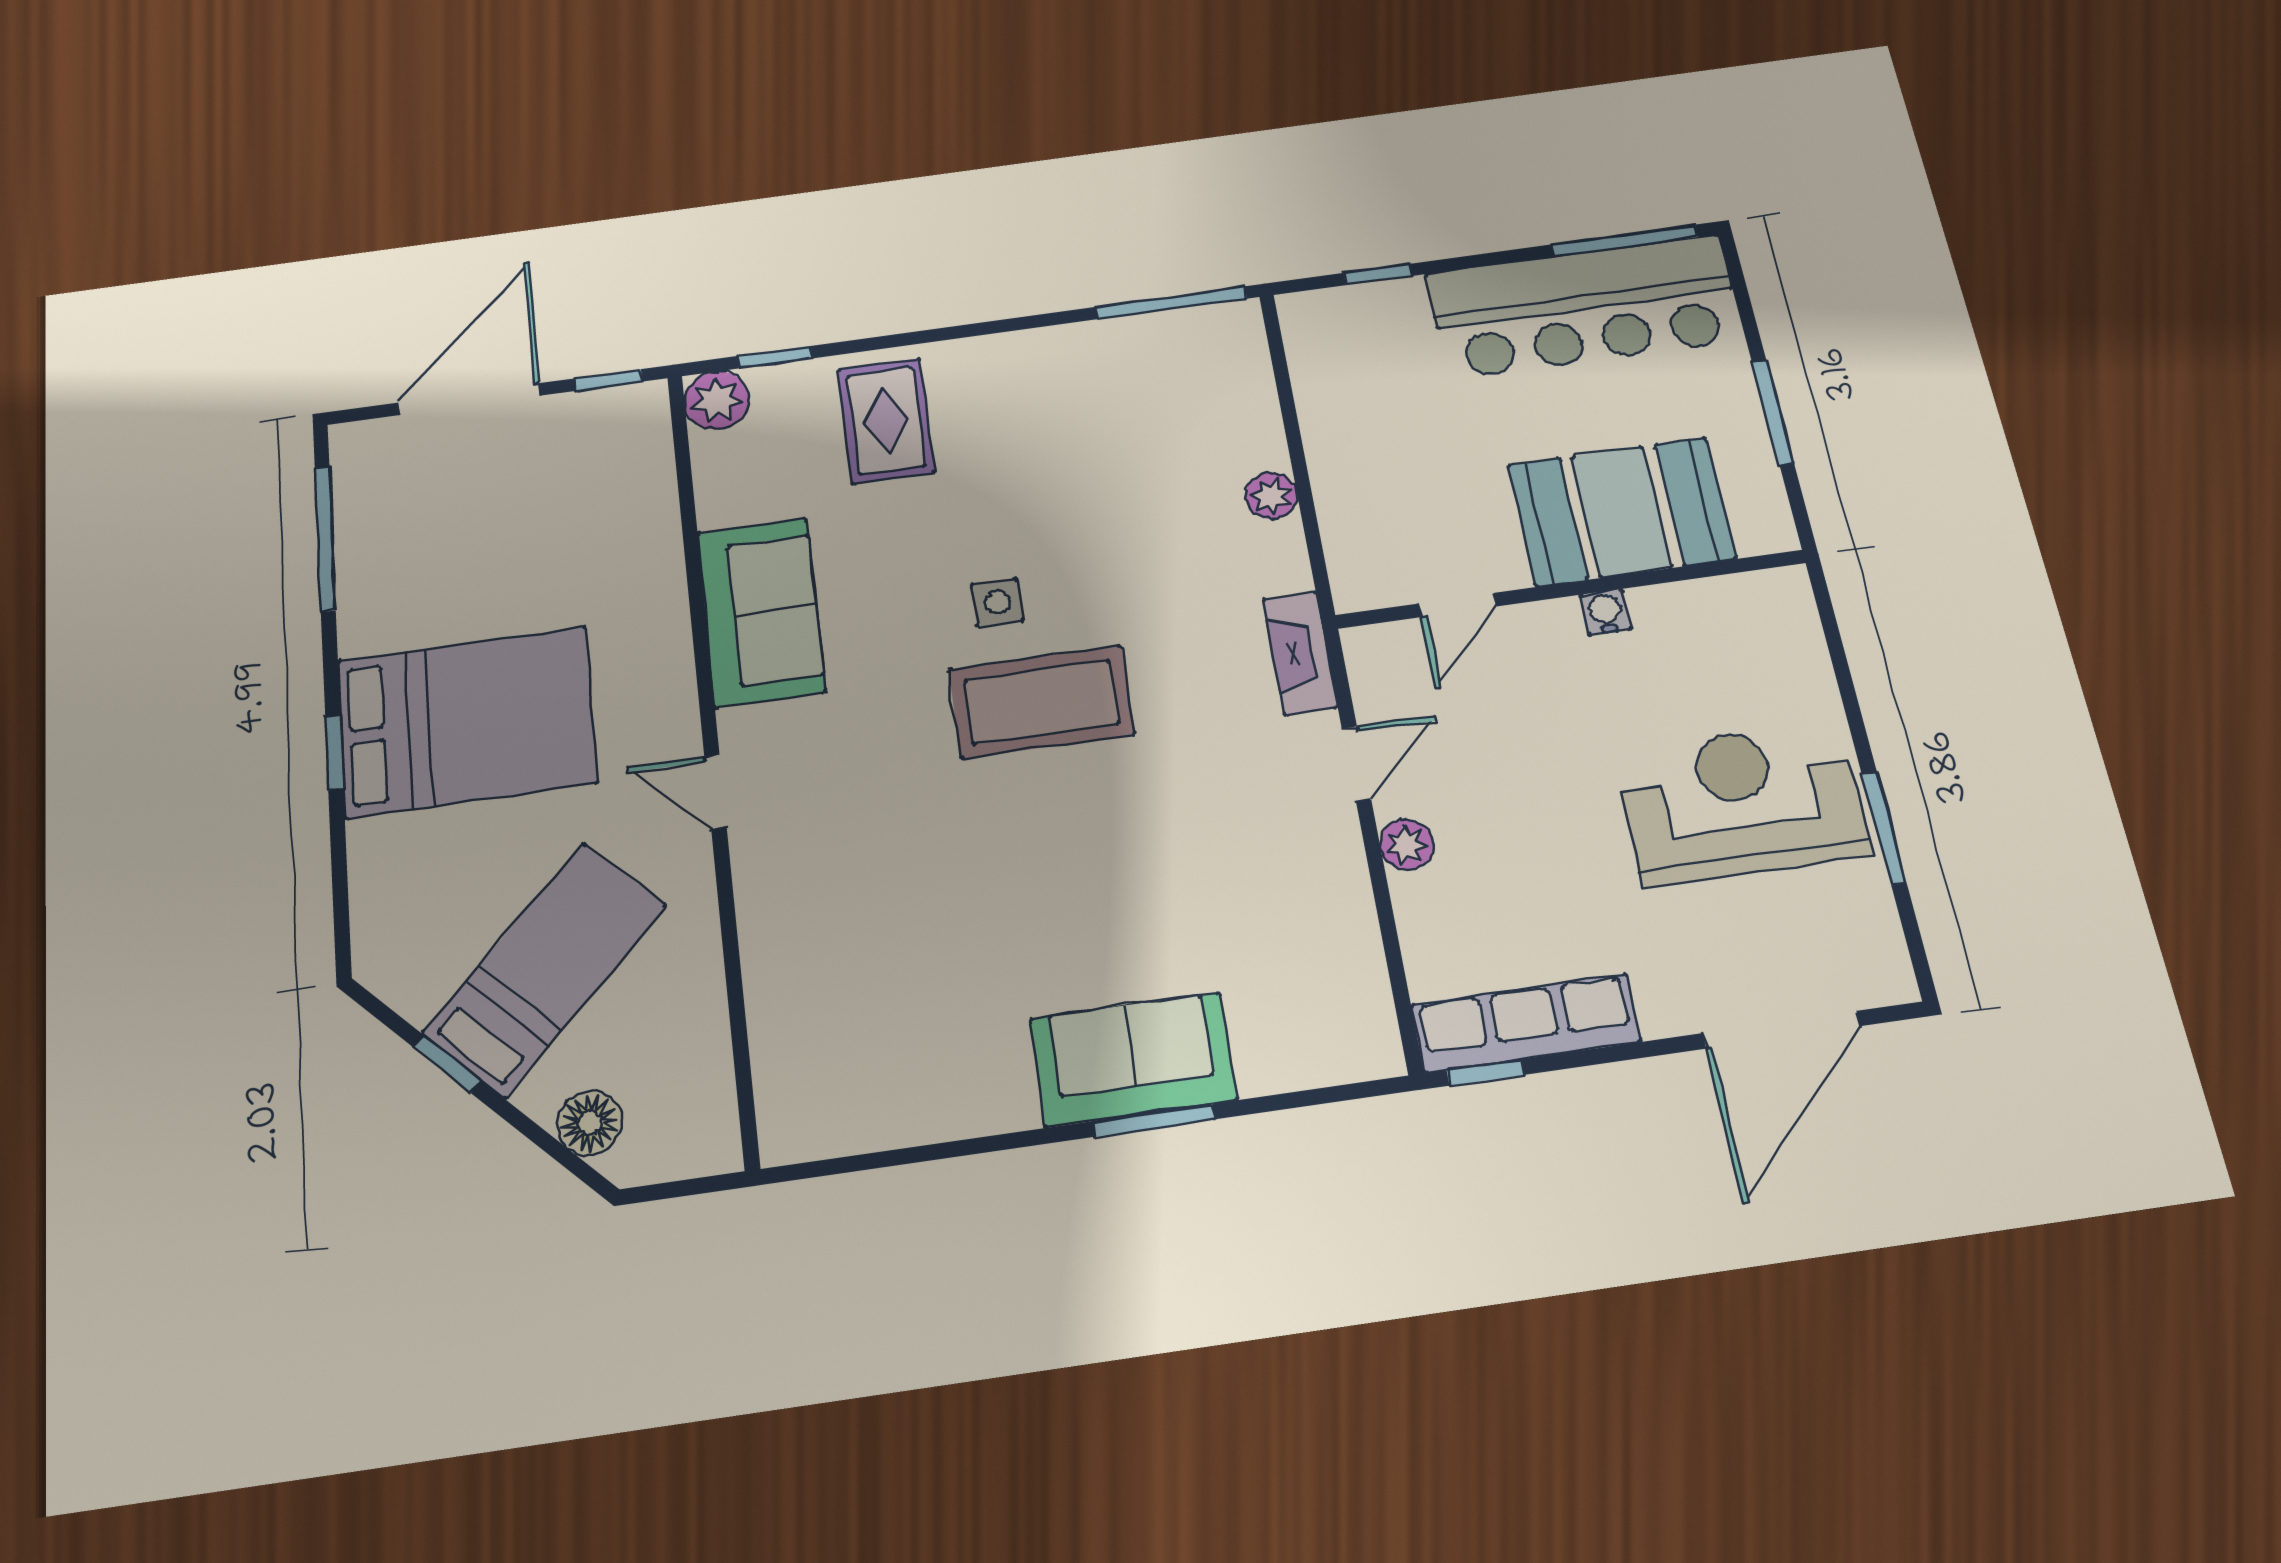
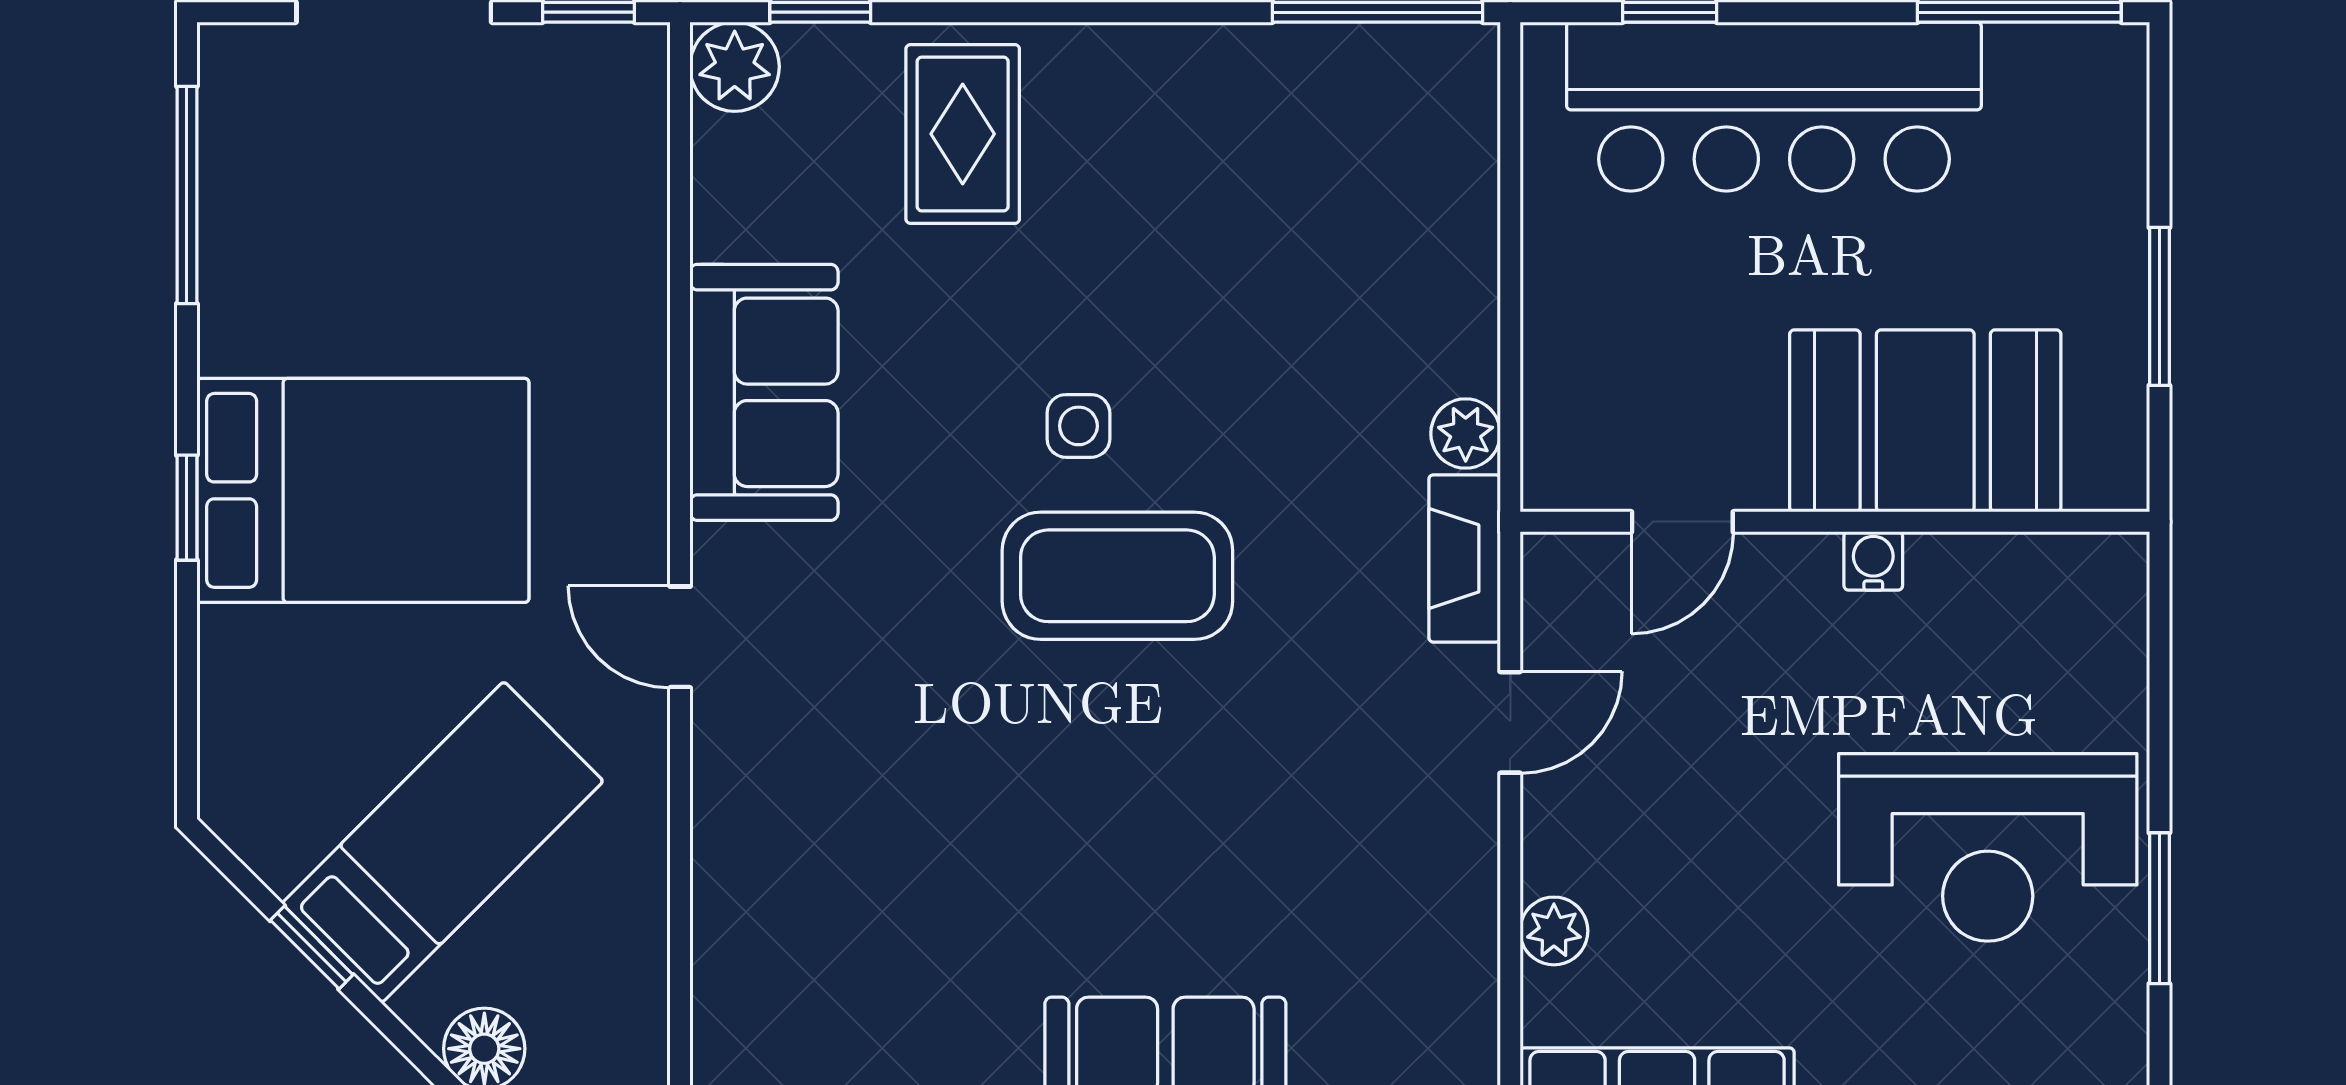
bar counter: (1585, 307) -> (1774, 107), moved
plant: (1271, 496) -> (1466, 433), moved
reception desk: (1741, 803) -> (1988, 847), turned 180
plant: (1407, 845) -> (1554, 931), moved

